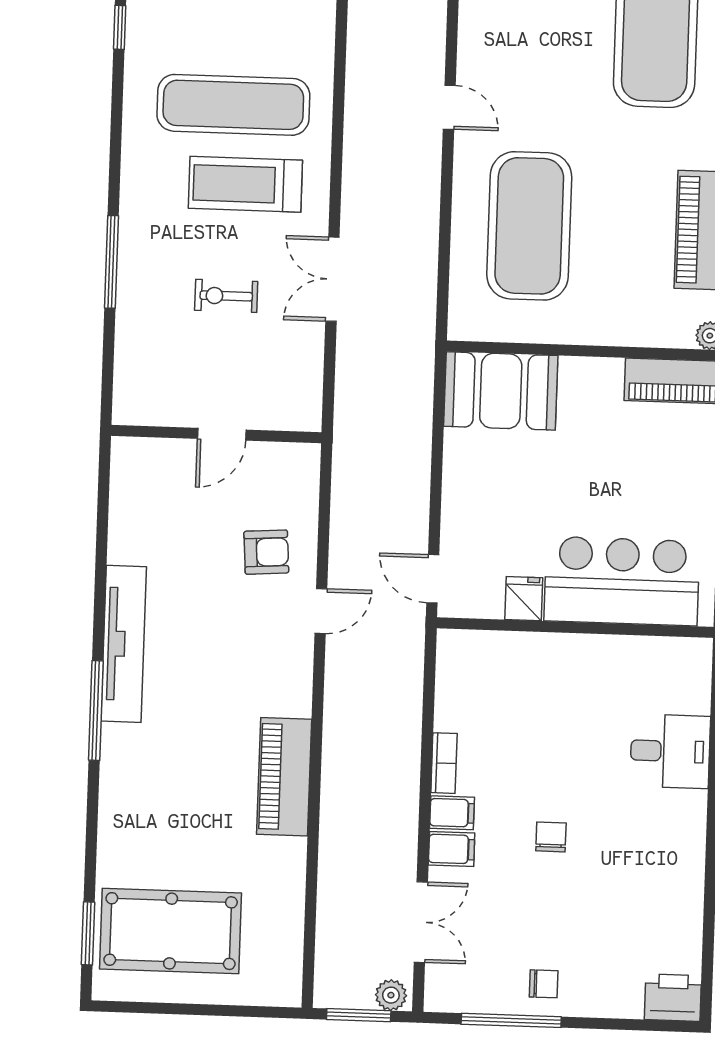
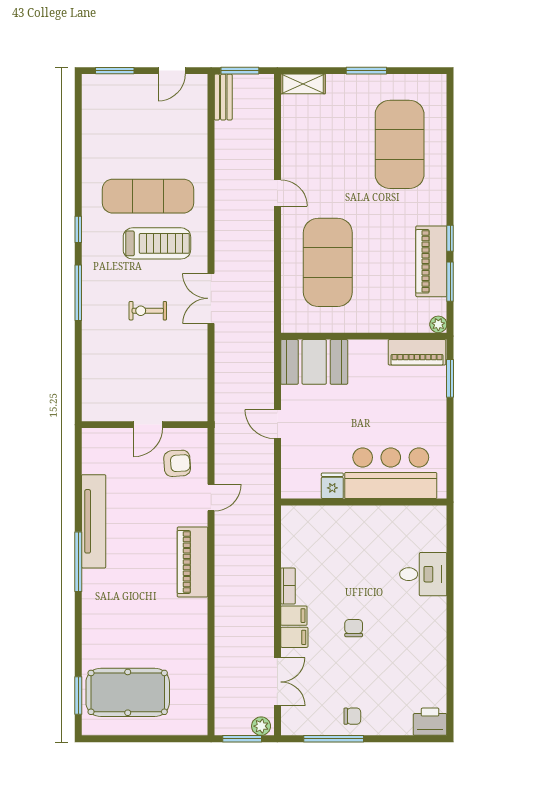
window: (120, 27) -> (78, 229), moved
treadmill: (245, 184) -> (157, 243), turned 180
wall: (216, 434) -> (145, 425), moved
door: (222, 434) -> (148, 425), moved
door: (433, 579) -> (277, 424), moved
piano: (284, 777) -> (193, 562), moved

